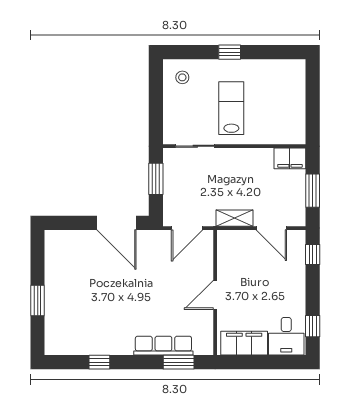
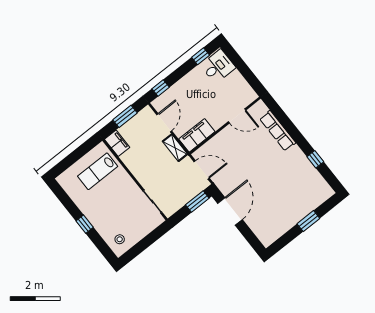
lab bench: (231, 108) -> (98, 171), moved
window: (156, 179) -> (197, 202), moved
door: (215, 295) -> (237, 116), moved
filing cabinet: (244, 343) -> (197, 135), moved, turned 90
window: (179, 362) -> (280, 115), removed

